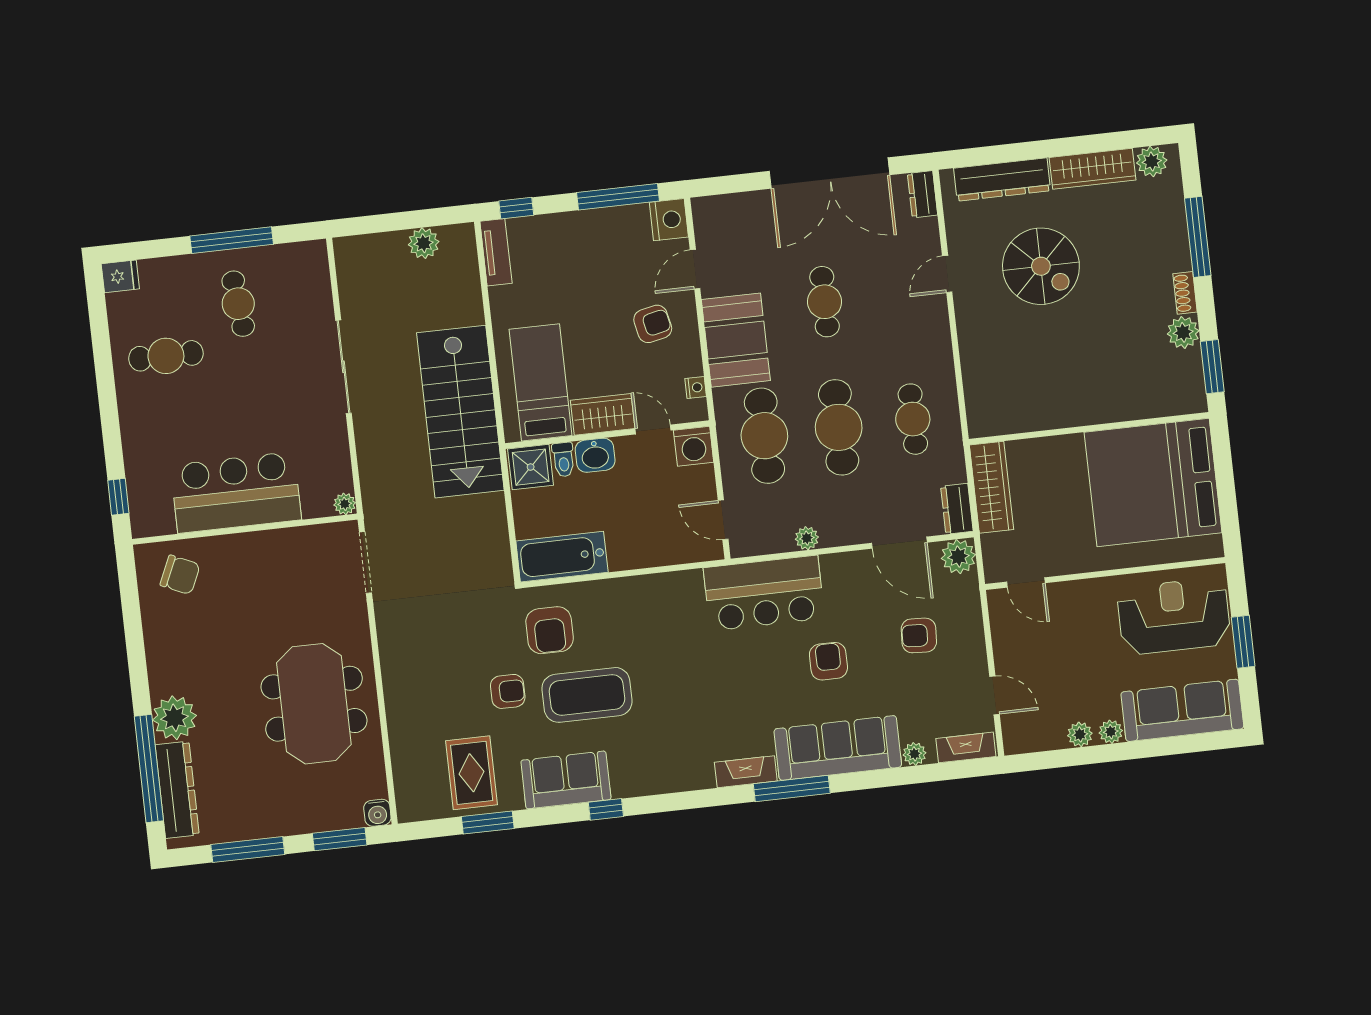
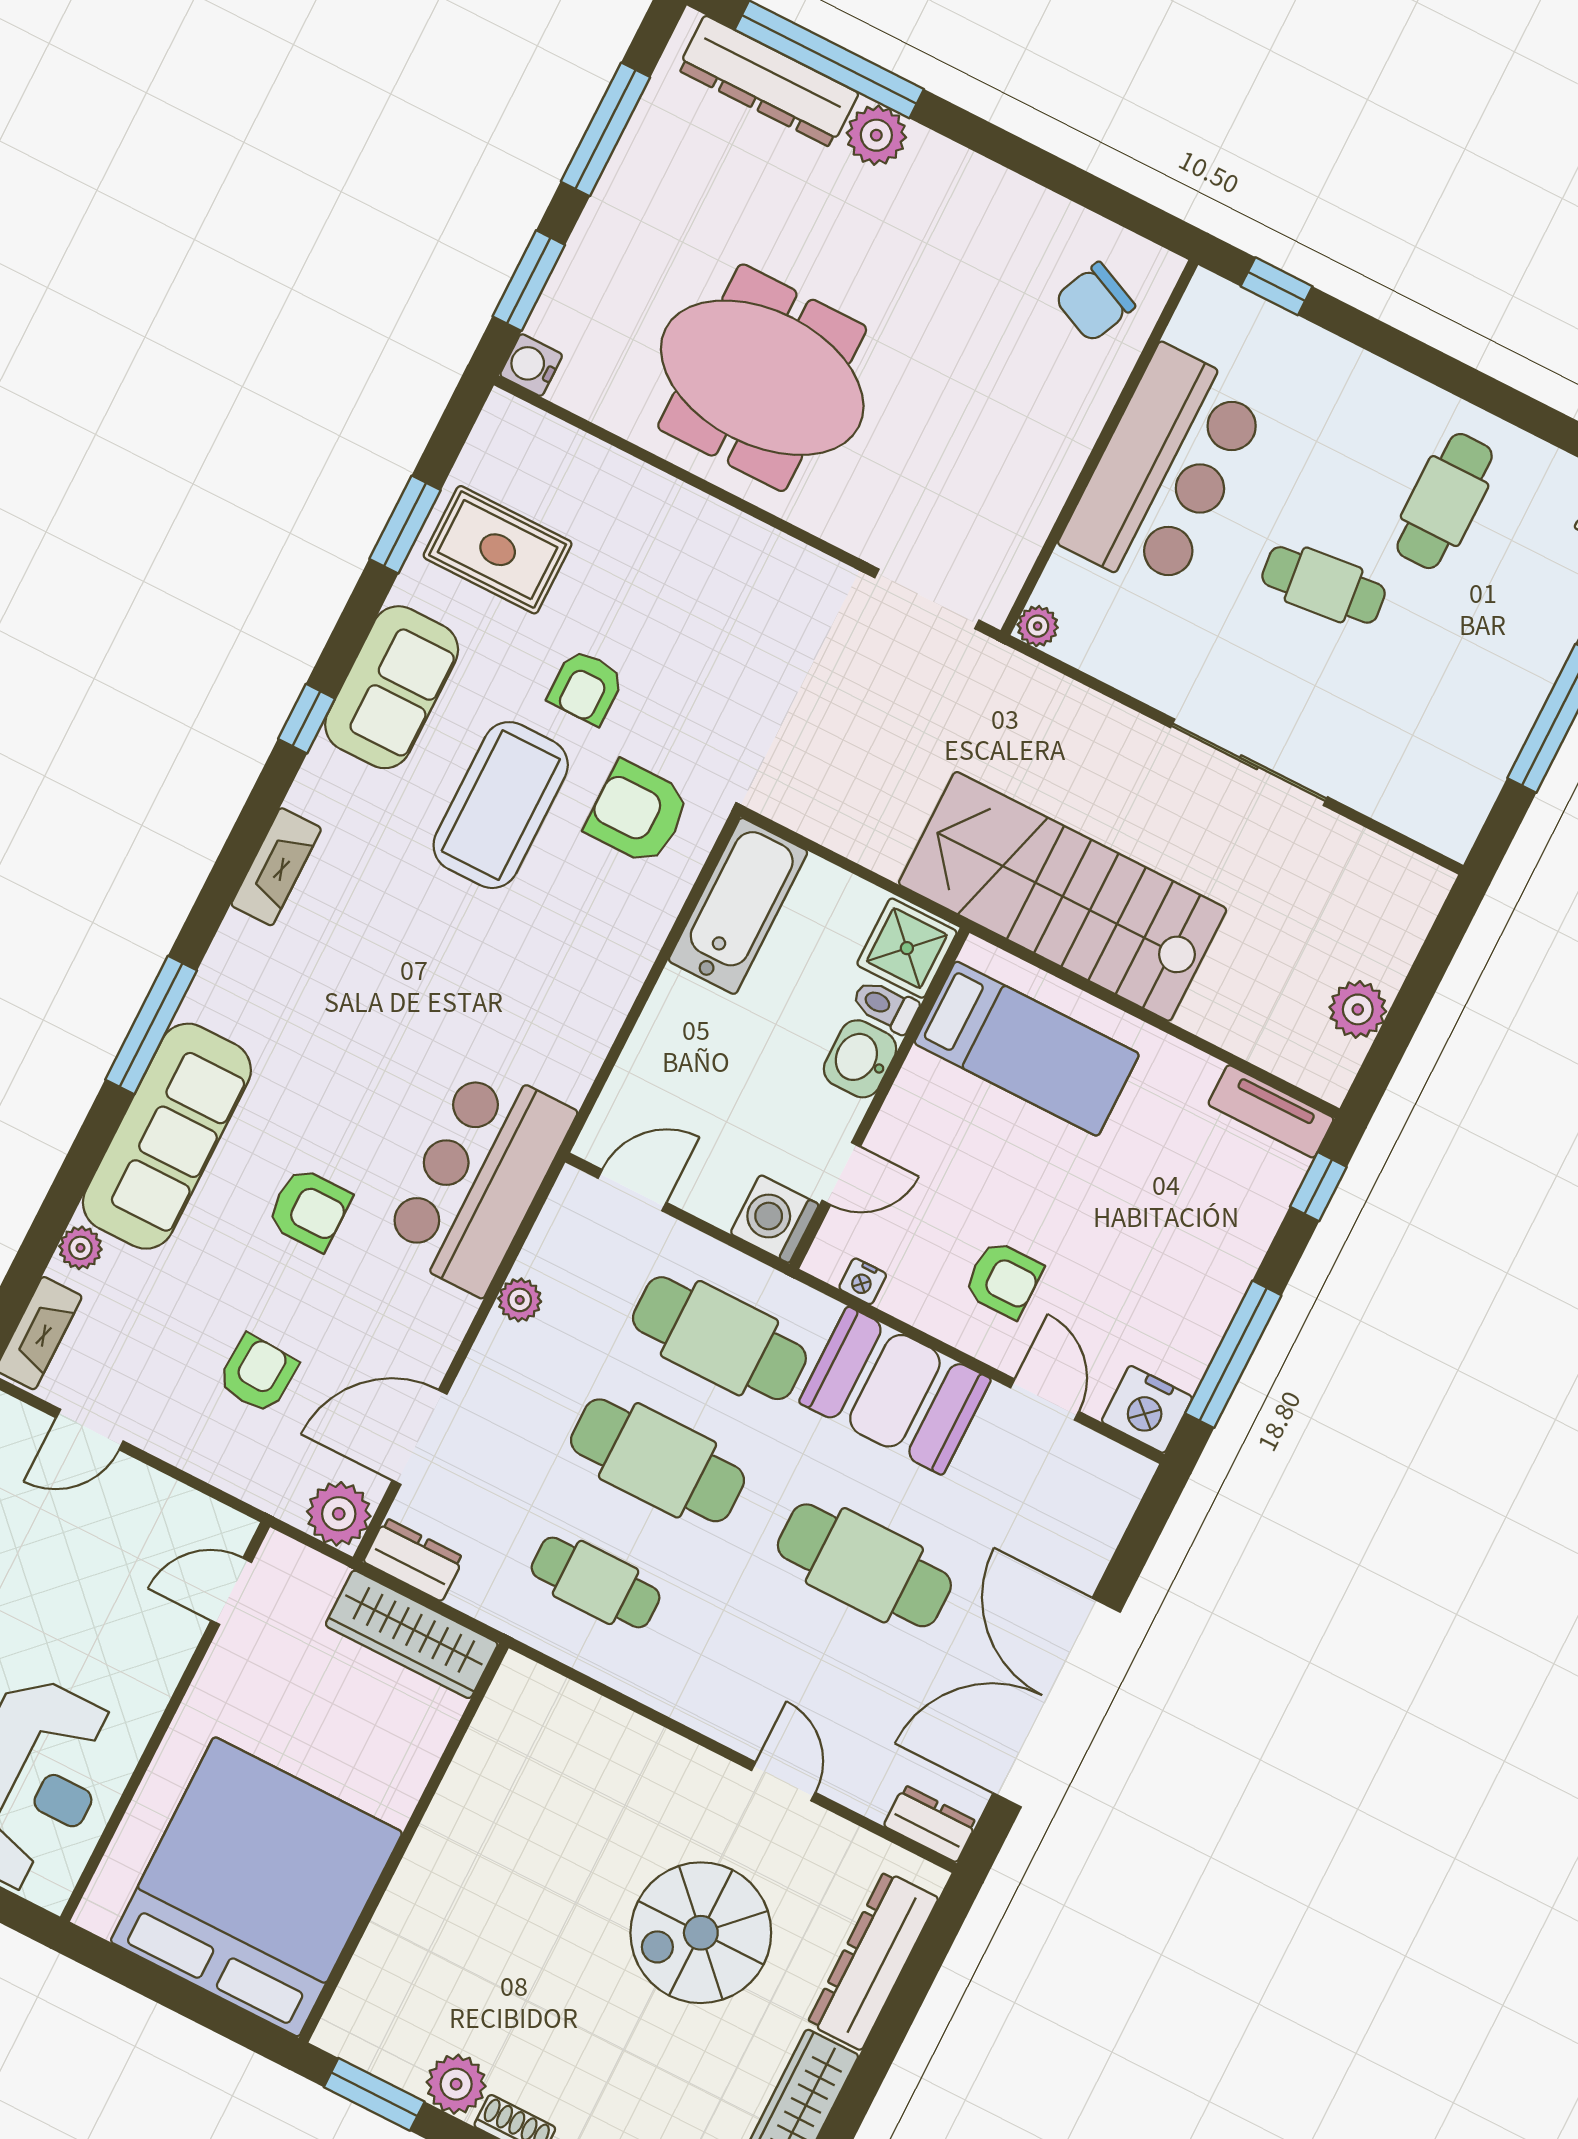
cafe table: (825, 302) -> (864, 1565), width x1.37, depth x1.35
cafe table: (238, 304) -> (1324, 585), moved
armchair: (653, 324) -> (1003, 1279), turned -78
wardrobe: (603, 414) -> (915, 1112), removed
plant: (175, 718) -> (876, 135), width x0.73, depth x0.73
fireplace: (746, 772) -> (276, 867), moved

